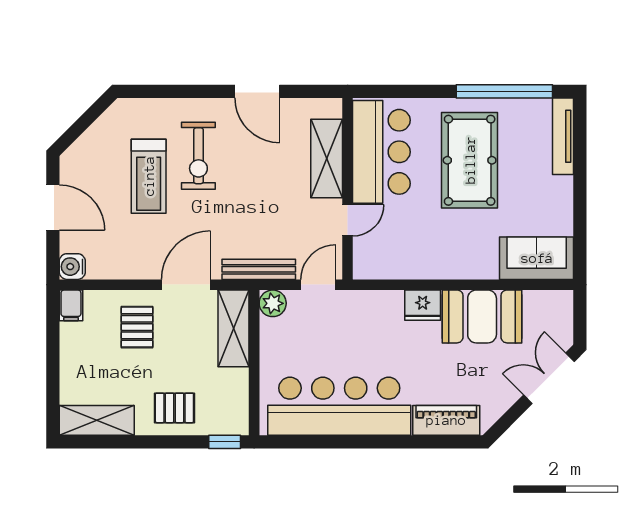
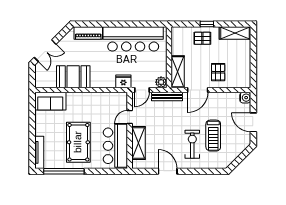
treadmill: (149, 176) -> (213, 136), turned 180
filing cabinet: (71, 305) -> (246, 81), removed
fridge: (423, 305) -> (123, 81), moved
window: (225, 442) -> (207, 24), moved

